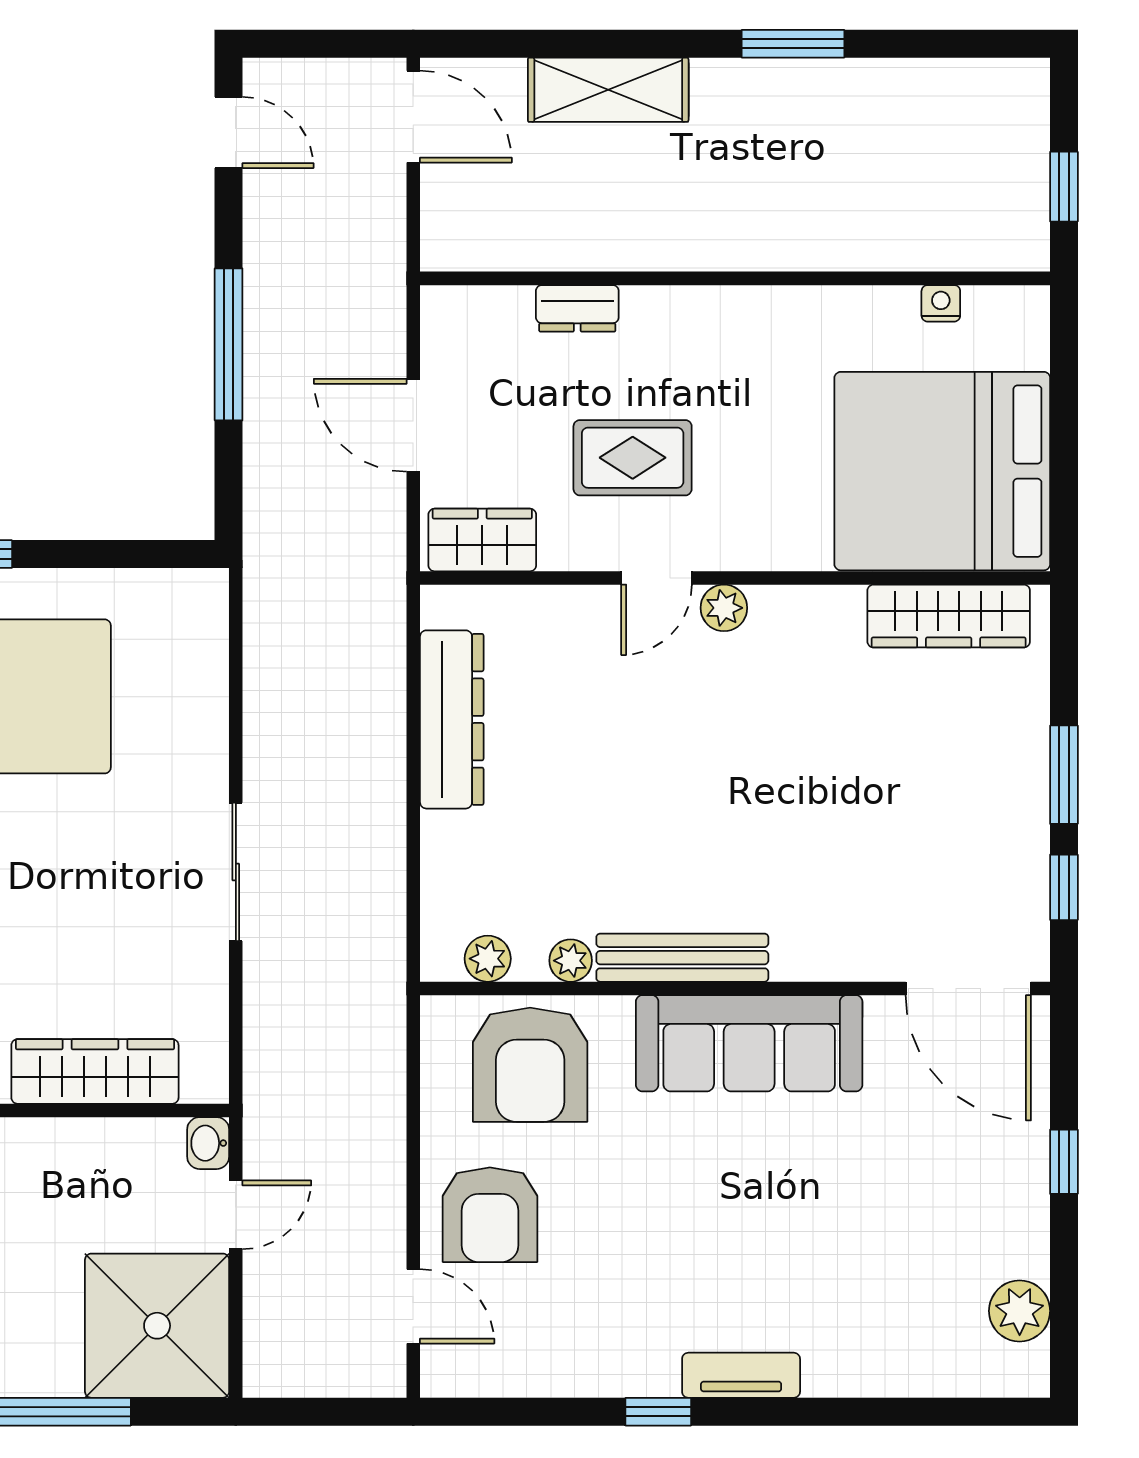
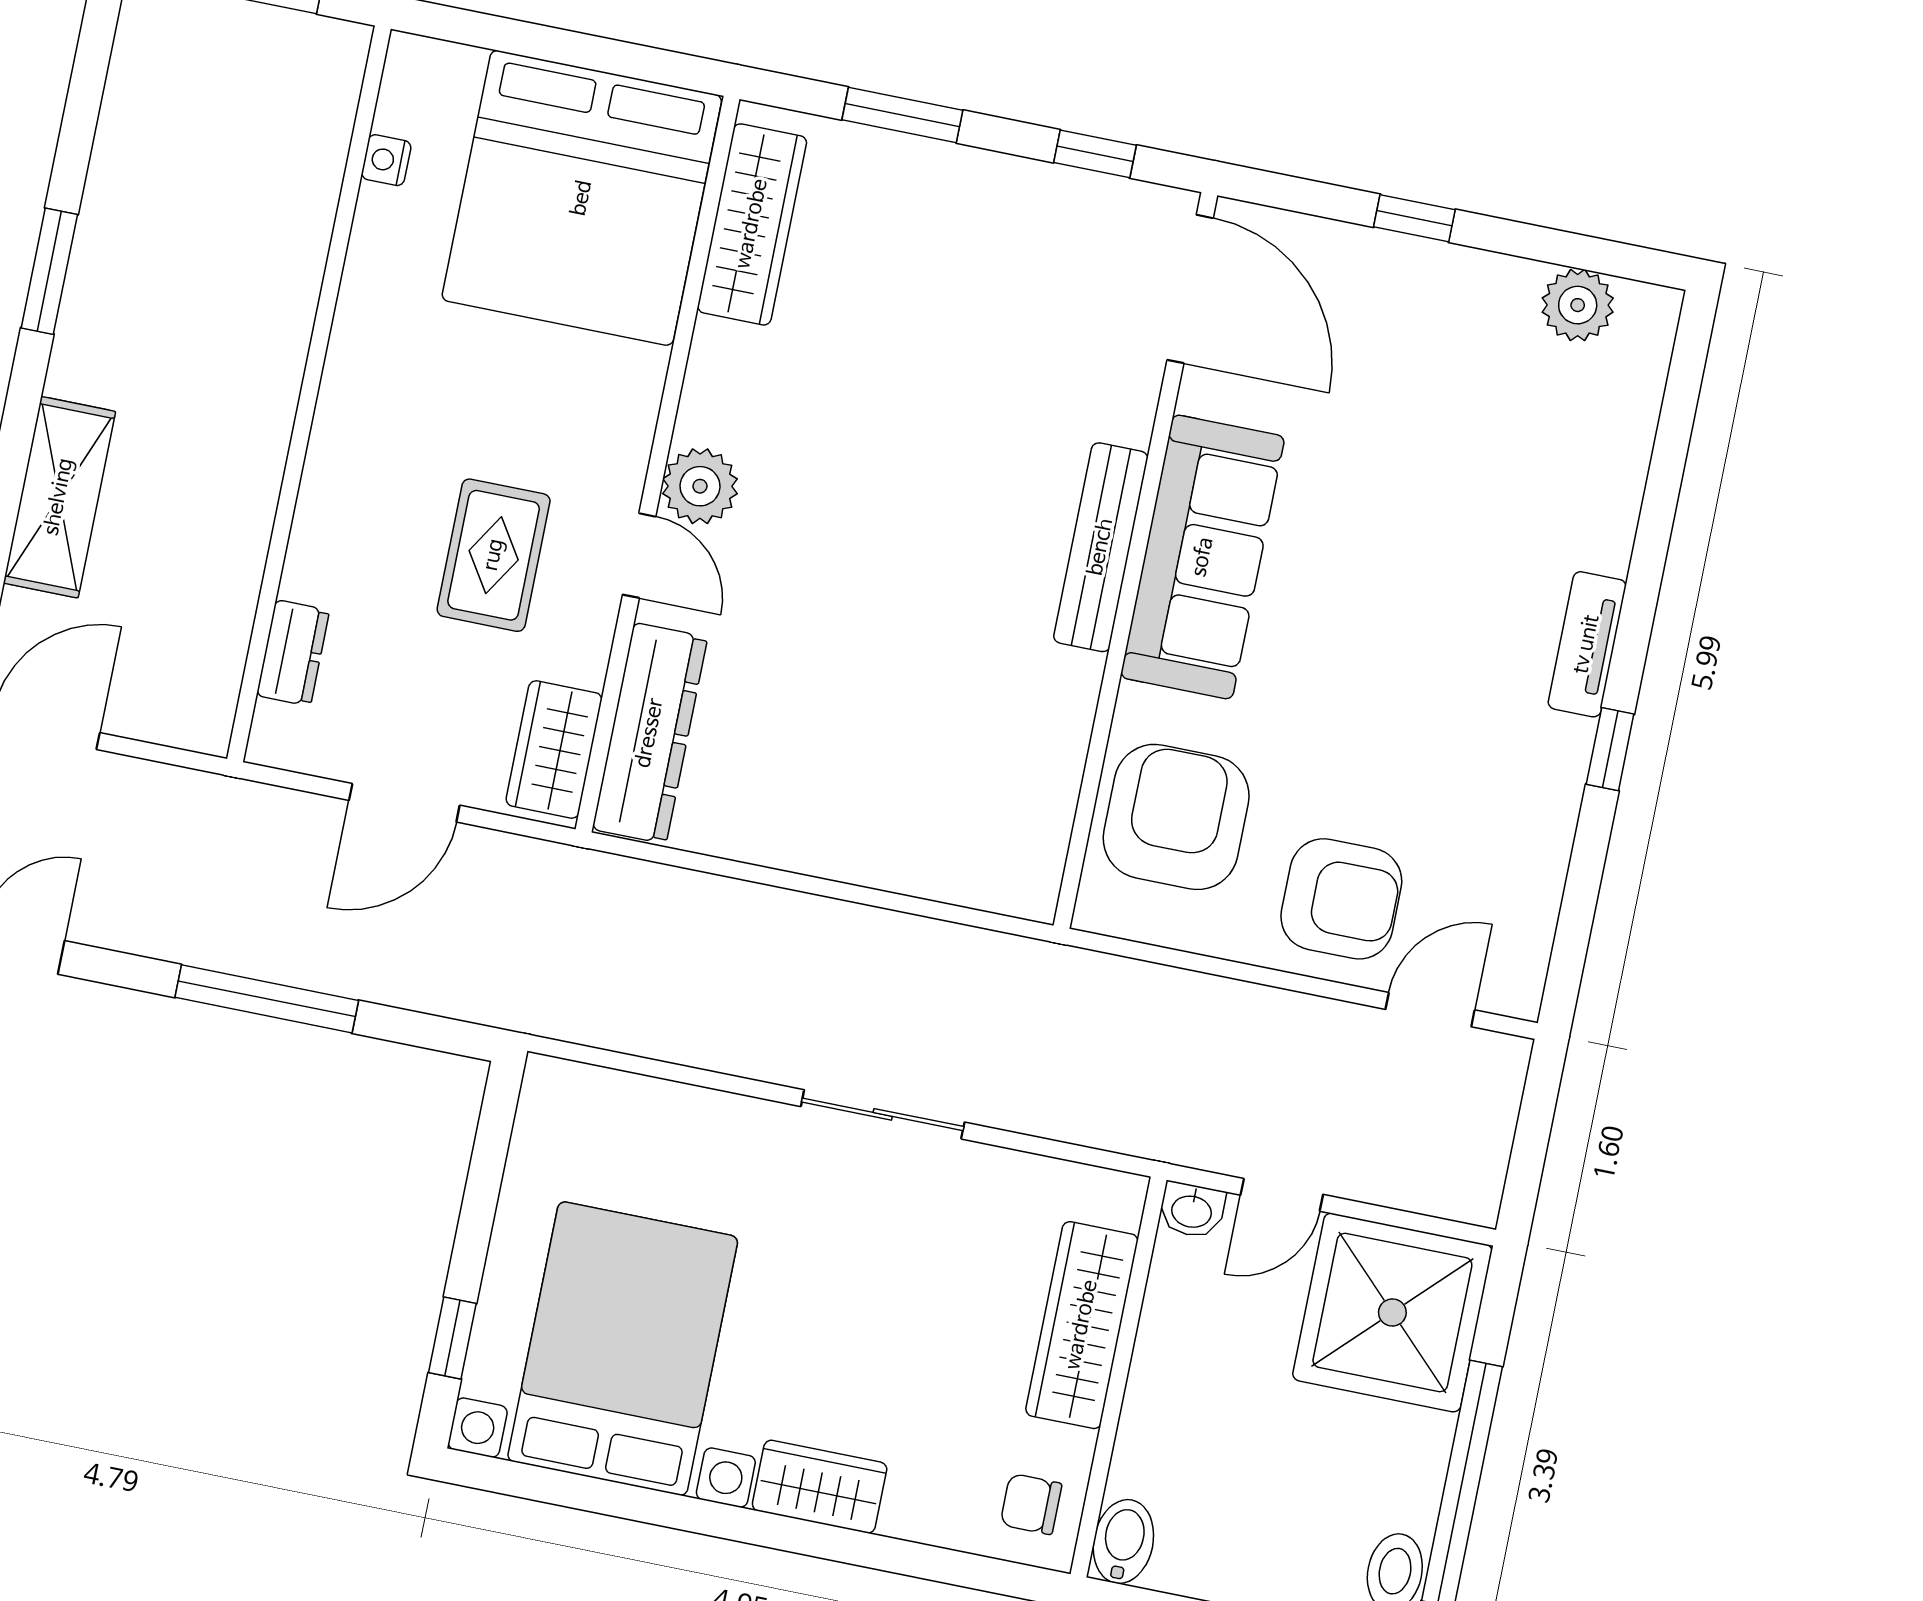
dresser: (577, 308) -> (293, 653), moved
plant: (724, 608) -> (700, 486), width x1.38, depth x1.38
dresser: (452, 719) -> (650, 733), moved, turned 90
window: (1064, 775) -> (902, 115), moved
bench: (682, 958) -> (1101, 547), moved
plant: (488, 959) -> (1043, 841), removed
plant: (571, 961) -> (1064, 745), removed
door: (968, 988) -> (1190, 289), hinge flipped
armchair: (530, 1065) -> (1176, 817), turned -90
door: (236, 1215) -> (1282, 1195), swing flipped

